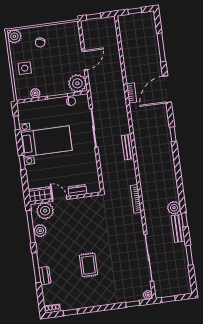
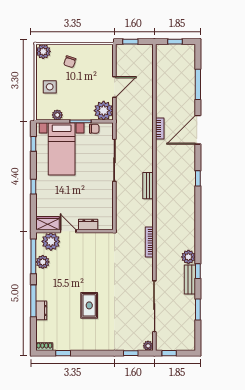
bed with nightstands: (46, 141) -> (62, 149), moved, turned 90

